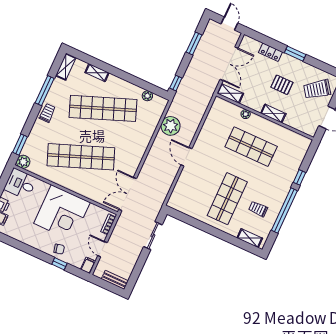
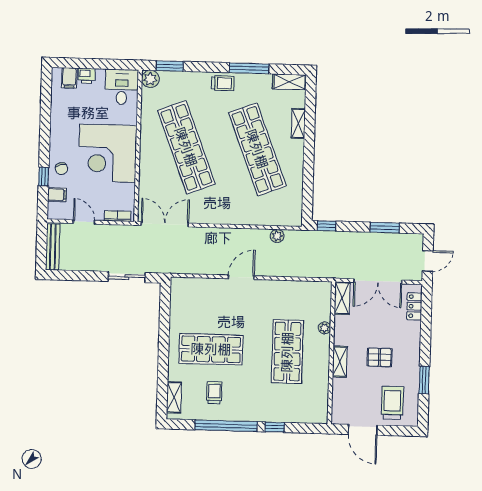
locker: (271, 52) -> (414, 306), moved
window: (295, 54) -> (424, 380), moved
pallet: (282, 85) -> (379, 357), turned 90
trolley: (317, 89) -> (392, 403), turned 36
plant: (147, 96) -> (296, 197), removed
plant: (171, 126) -> (277, 236), width x0.53, depth x0.53
door: (102, 249) -> (84, 222), hinge flipped
filing cabinet: (88, 265) -> (57, 195), moved
bench: (115, 280) -> (53, 247), width x1.36

